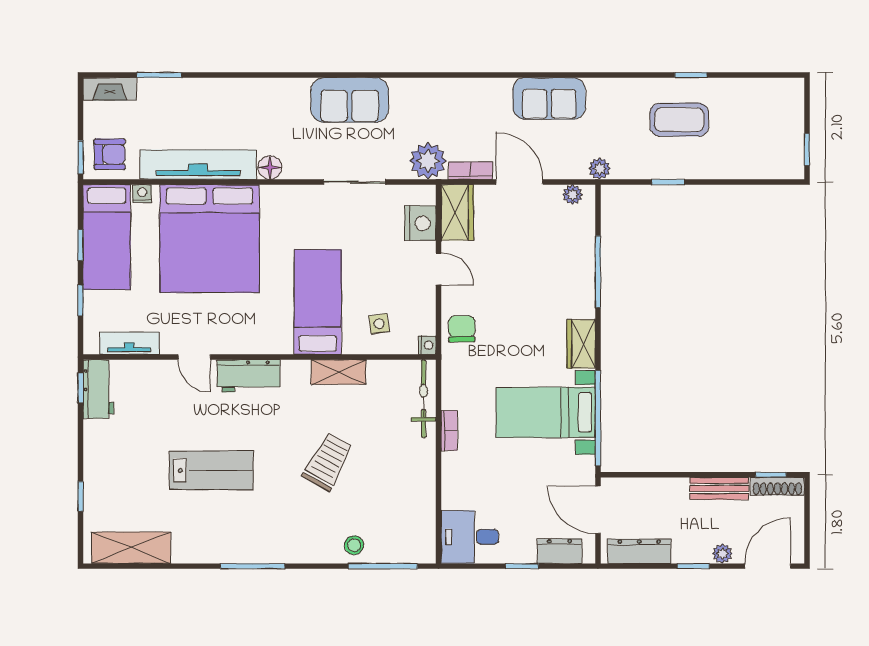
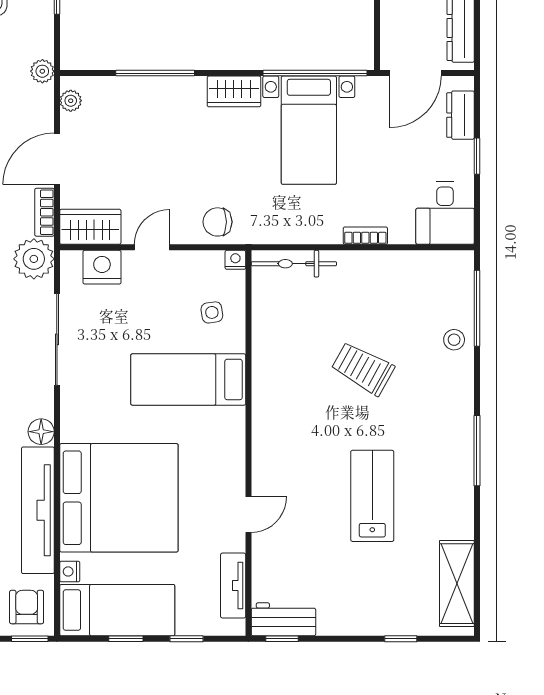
sliding door: (354, 182) -> (57, 339), width x1.37
shelving: (338, 372) -> (265, 357), removed
workbench: (248, 376) -> (269, 455), removed
bookcase: (449, 430) -> (365, 236), moved

